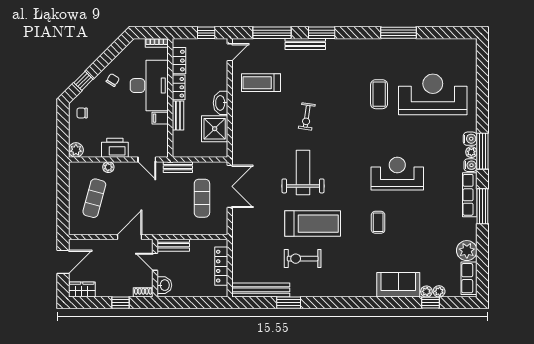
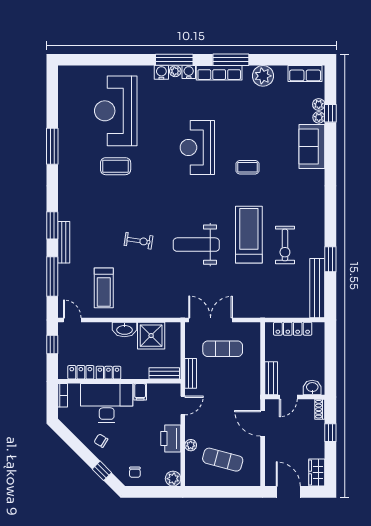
bench: (178, 116) -> (164, 373), moved
plant: (467, 251) -> (263, 76), moved

